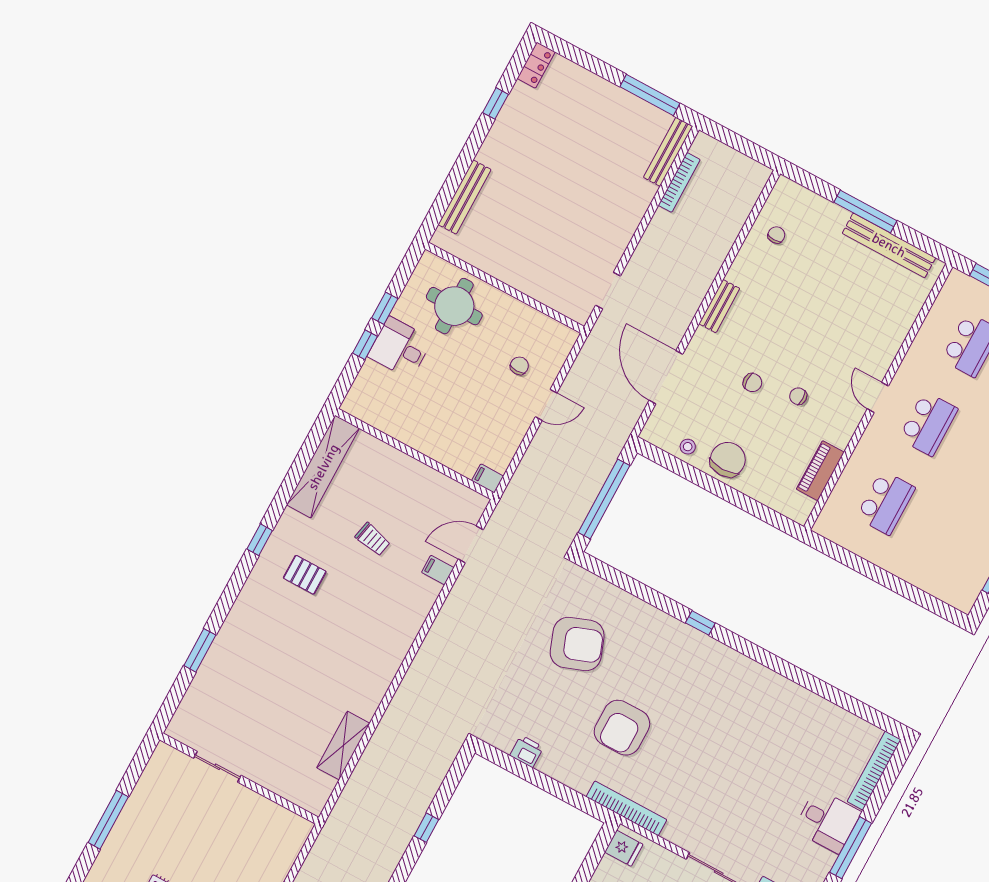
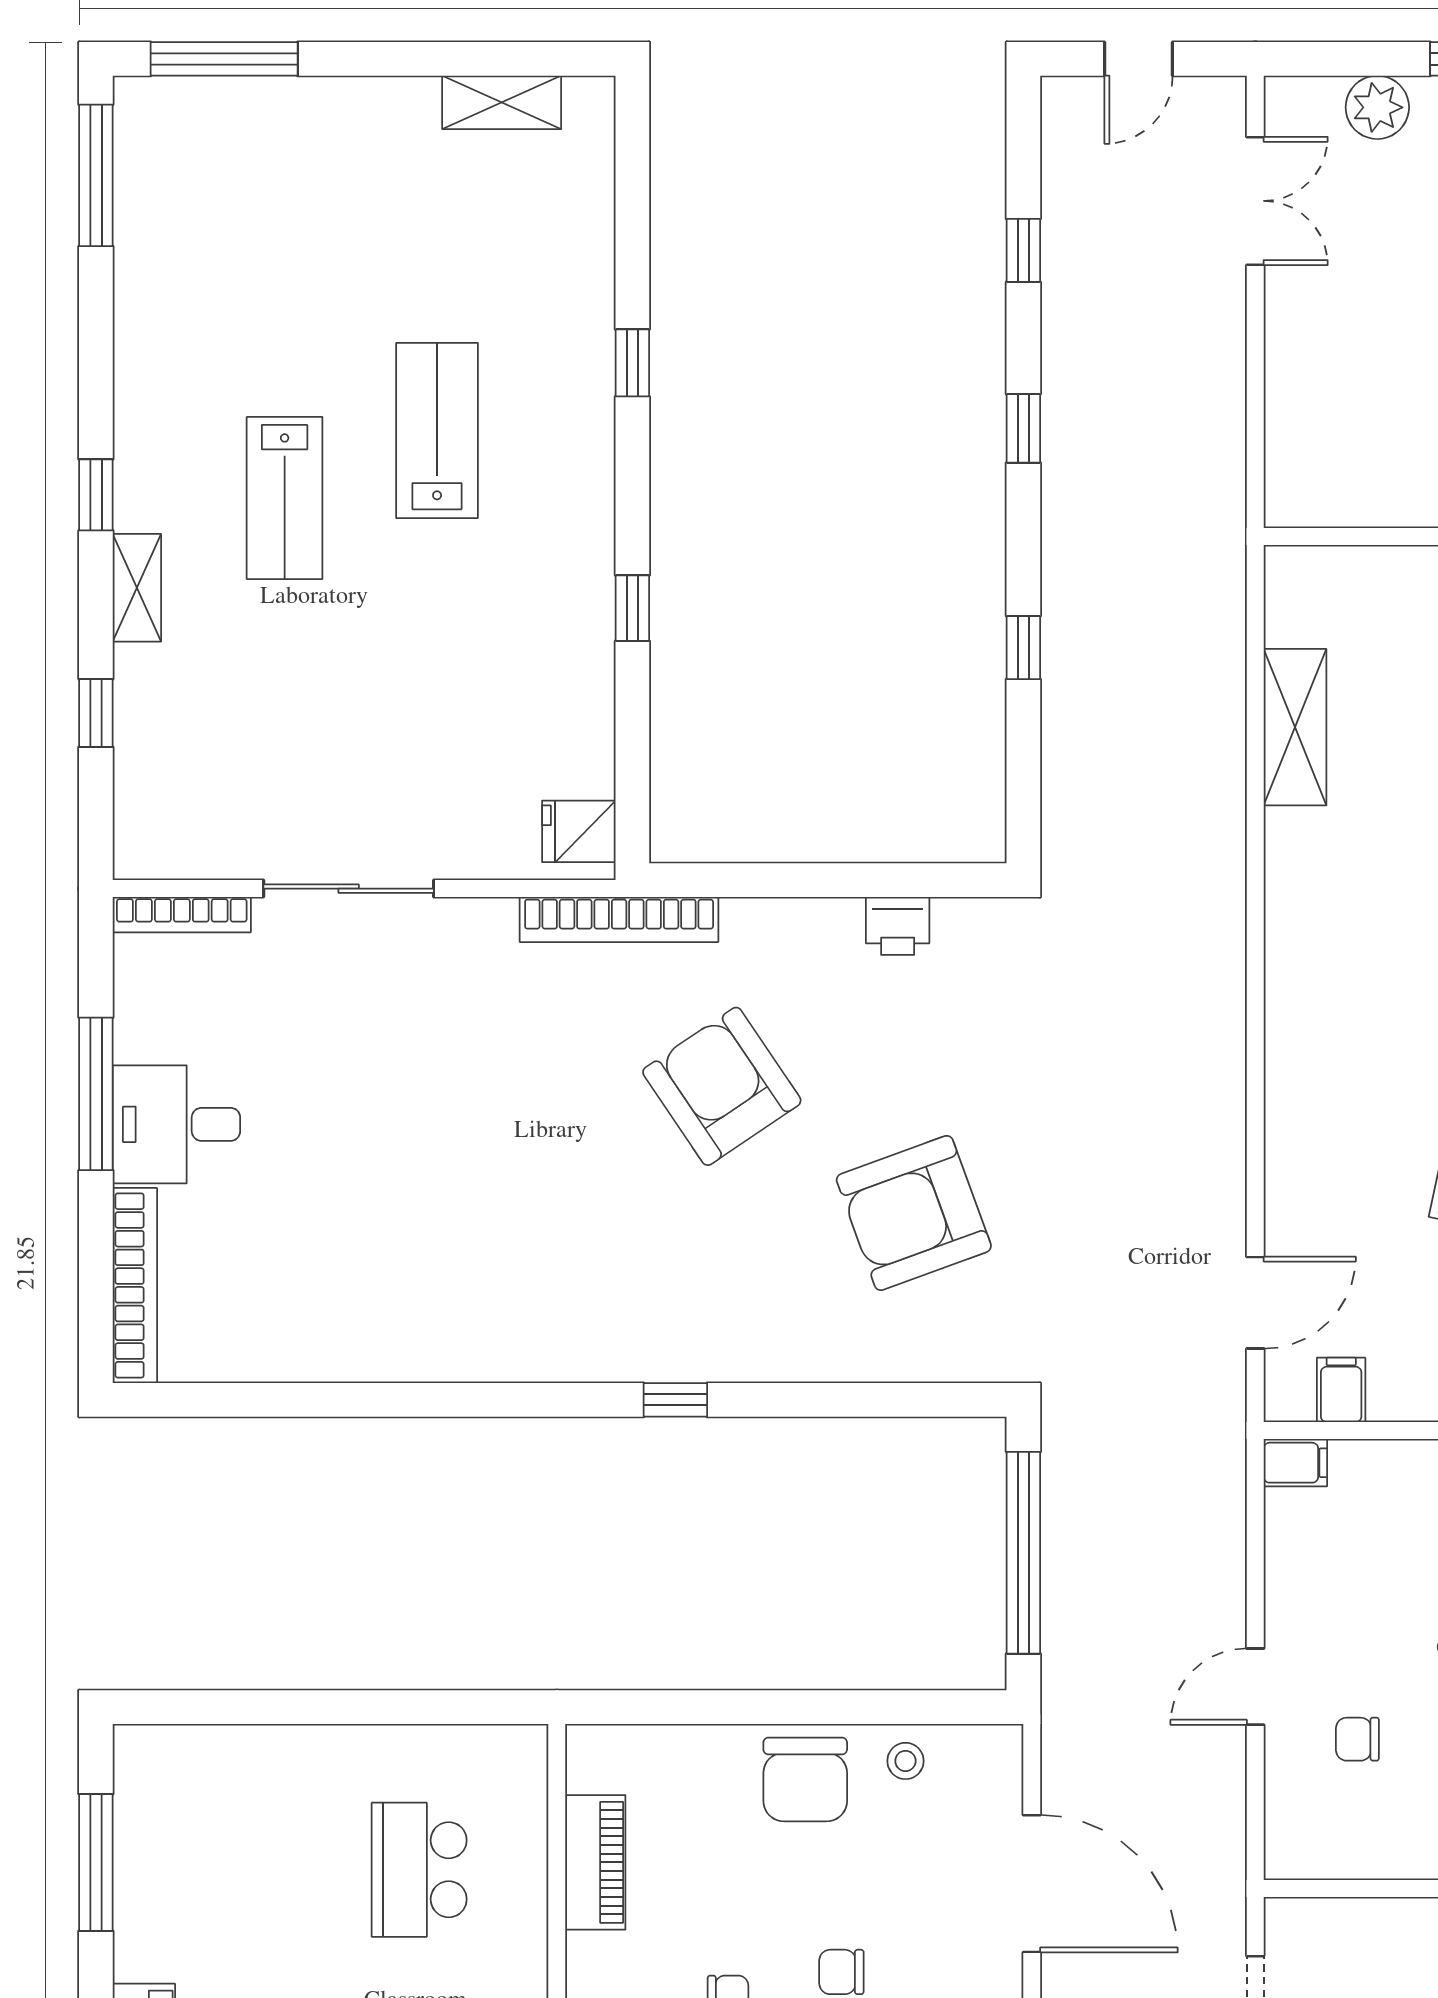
chair: (519, 366) -> (1357, 1739), turned 90
filing cabinet: (438, 570) -> (1341, 1390), moved, turned -90
armchair: (622, 728) -> (722, 1086), turned -34

